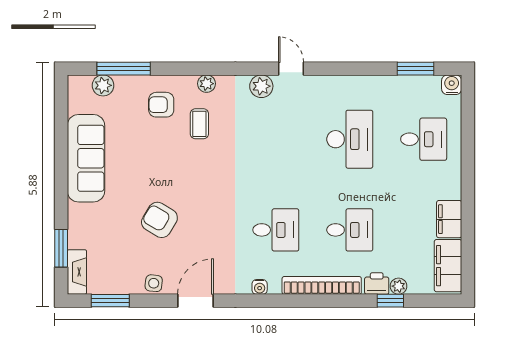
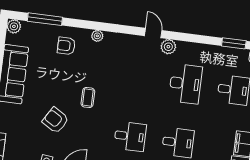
plant: (103, 85) -> (14, 26), moved
plant: (261, 86) -> (168, 47), moved
coffee table: (199, 124) -> (88, 97), moved

